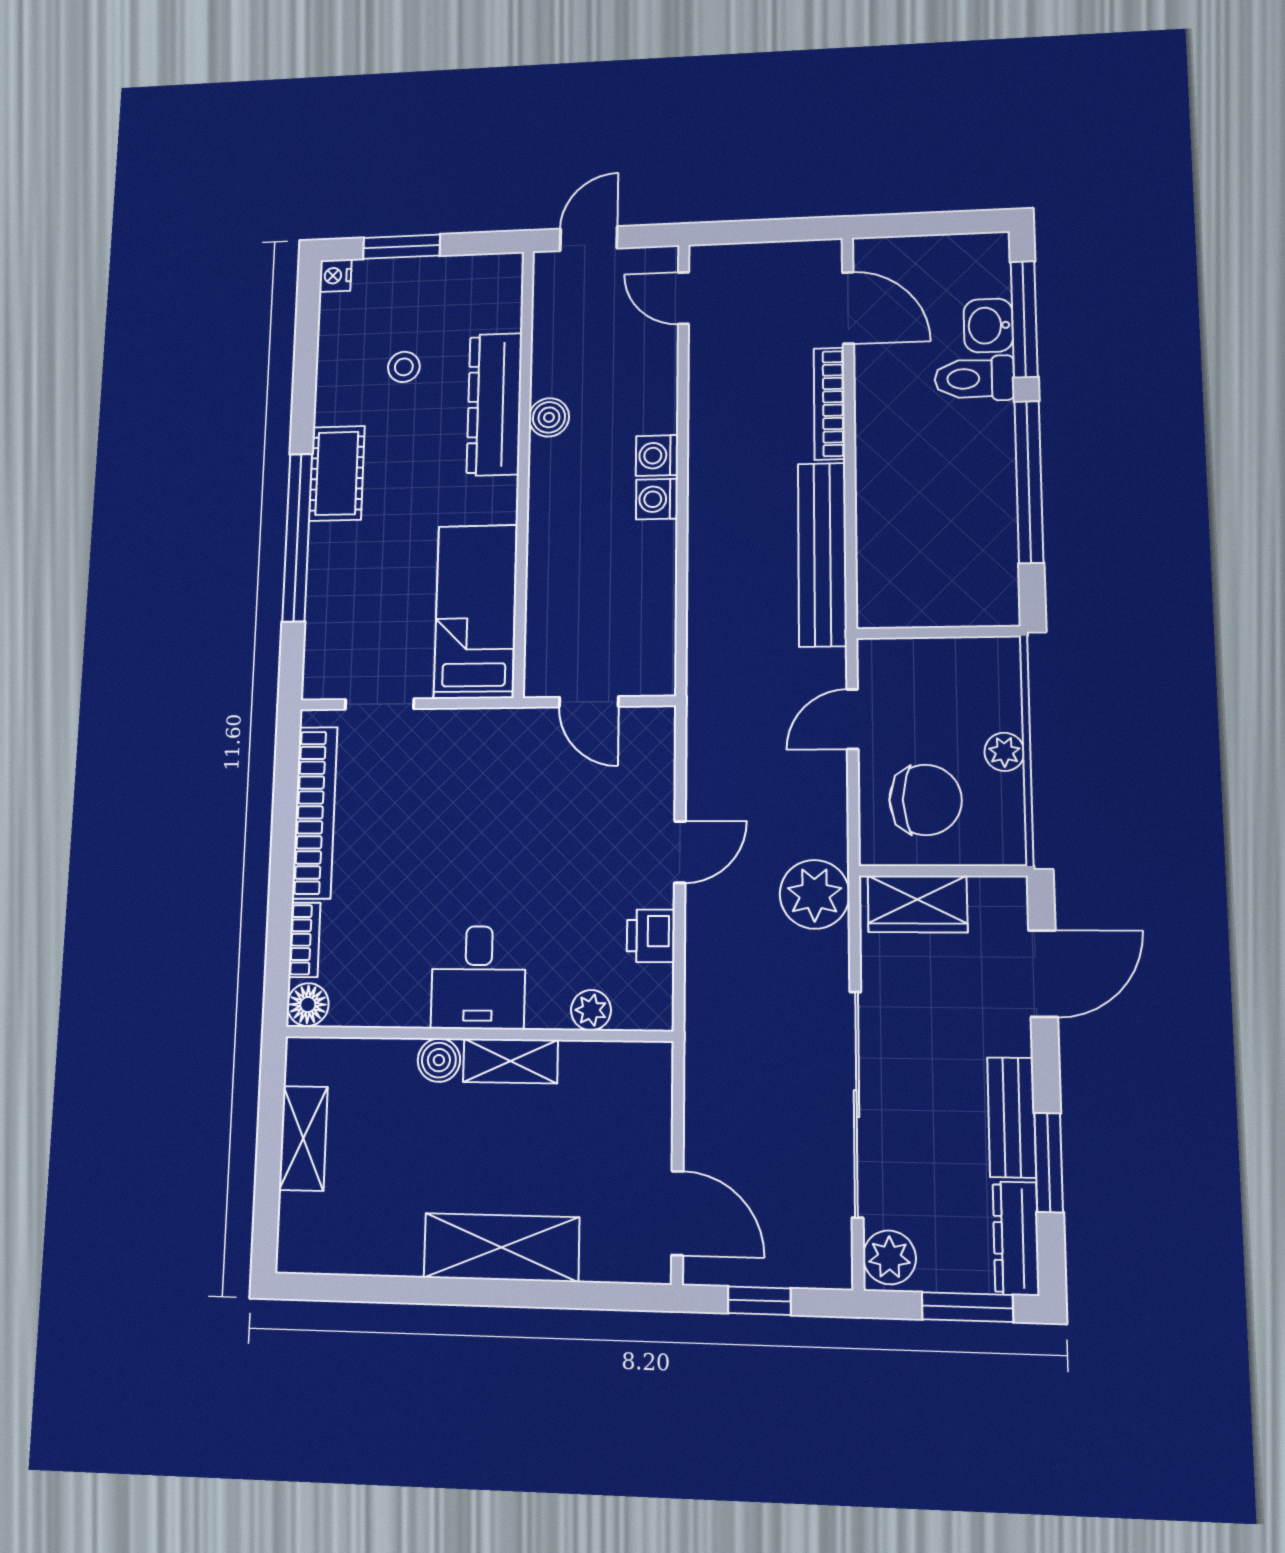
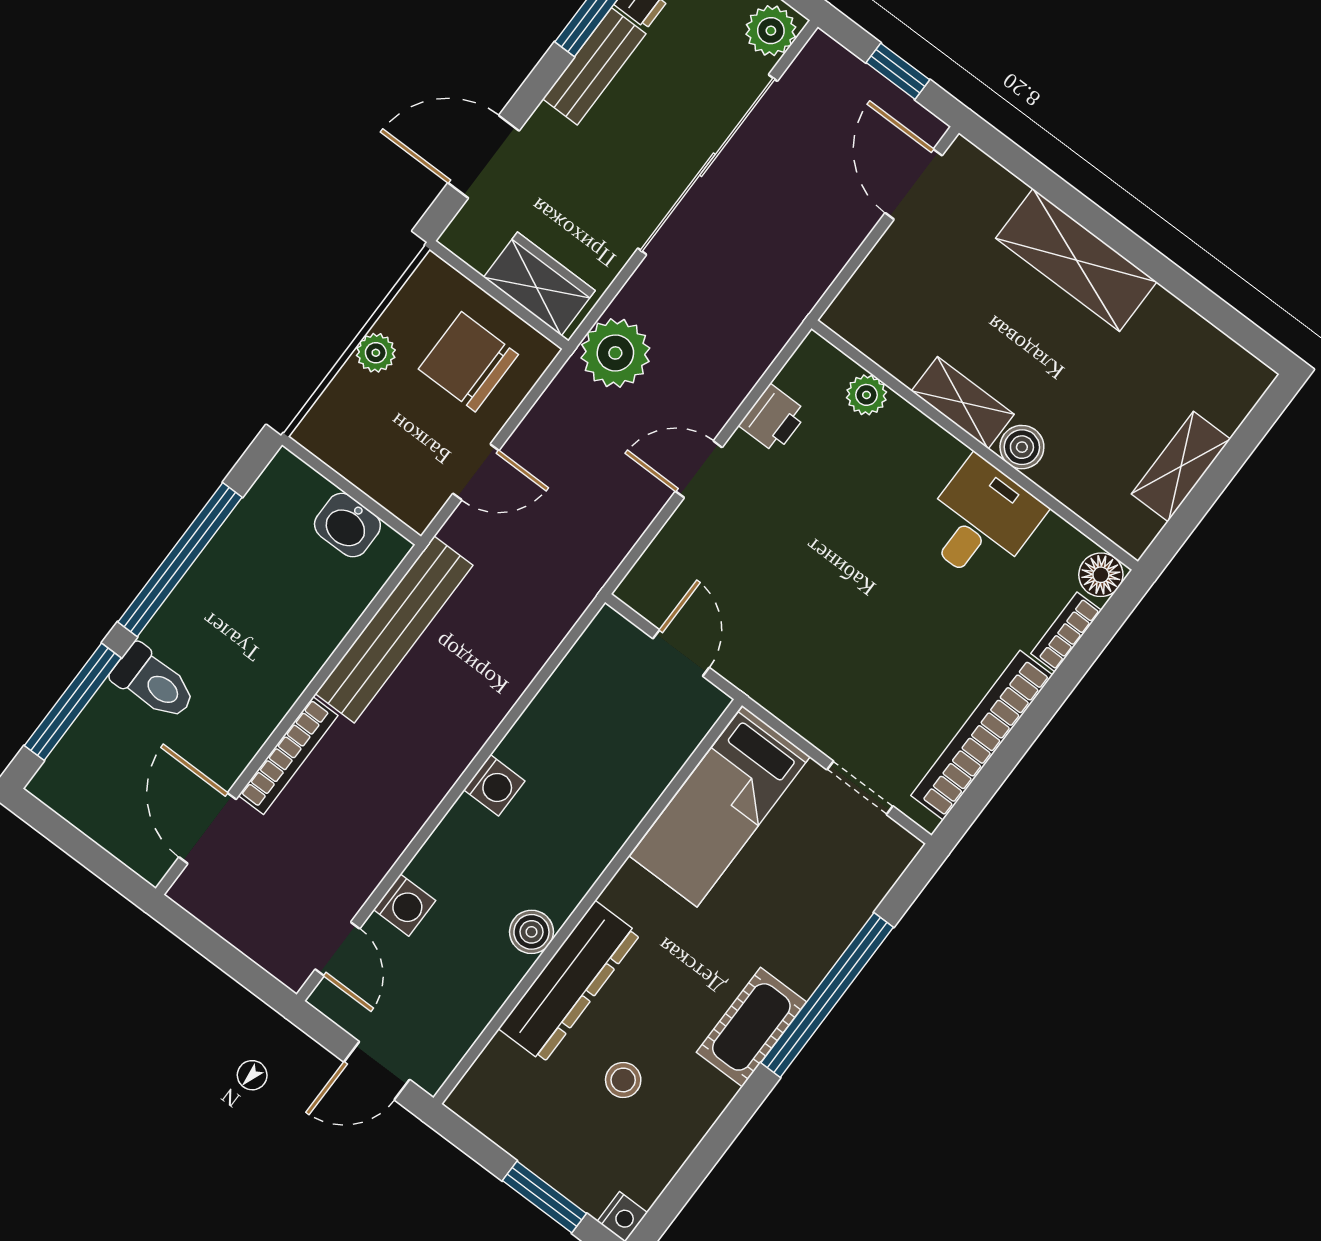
washbasin: (988, 326) -> (347, 525), moved, turned 90
washing machine: (657, 456) -> (405, 905), moved
desk: (478, 977) -> (981, 521), moved

